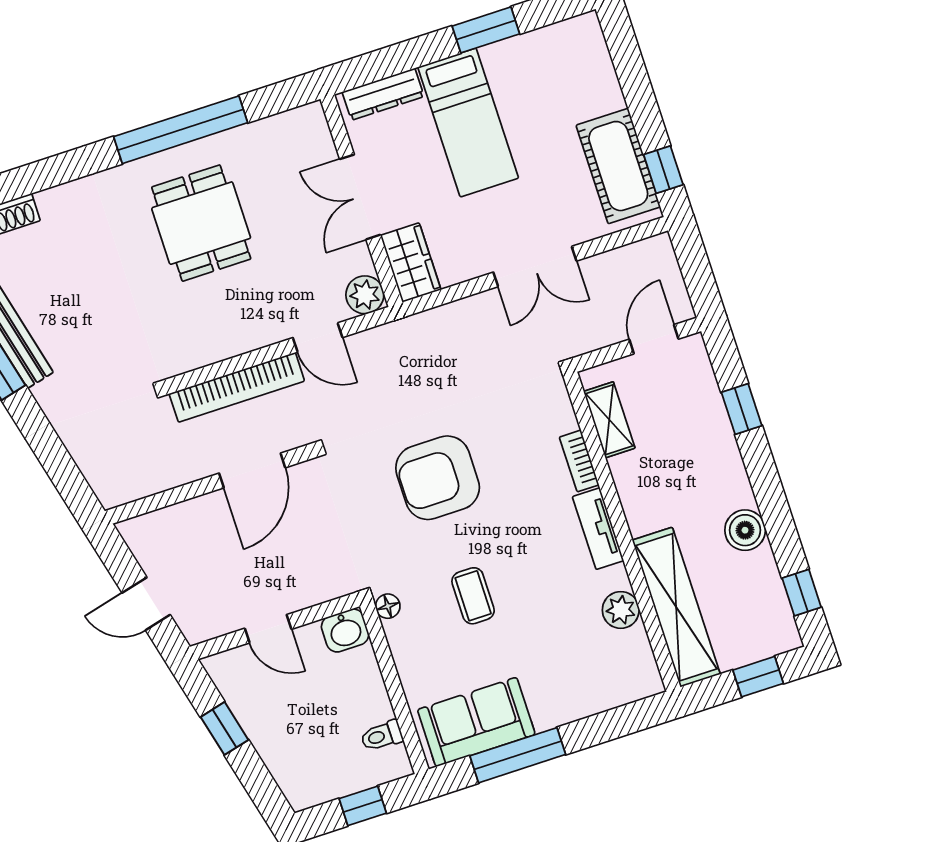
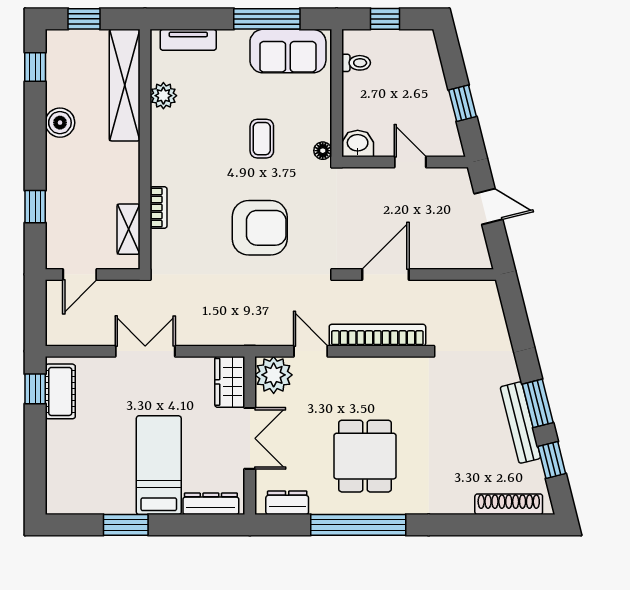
dresser: (283, 128) -> (287, 503), added
cot: (618, 166) -> (60, 391), width x0.73, depth x0.75
plant: (365, 295) -> (274, 375), width x1.36, depth x1.36
tv unit: (598, 529) -> (188, 40), moved, turned 90

